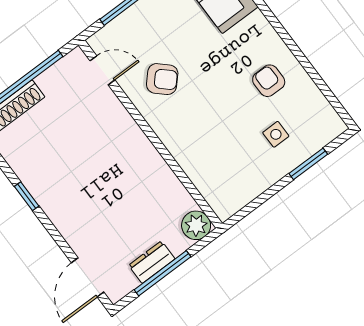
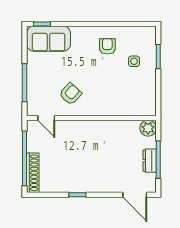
door: (102, 70) -> (46, 118), swing flipped
armchair: (269, 81) -> (107, 46), turned 90

